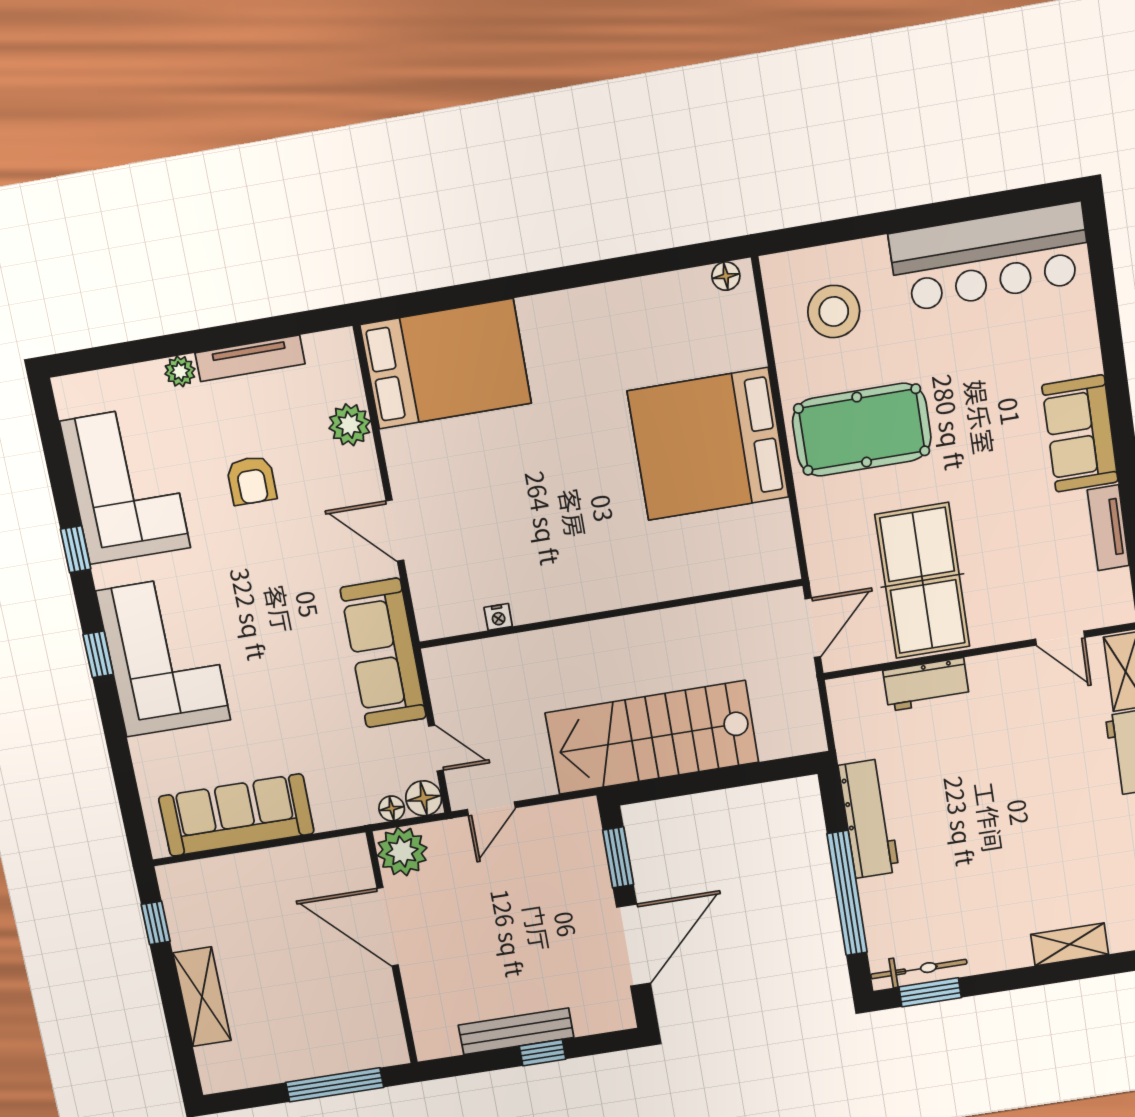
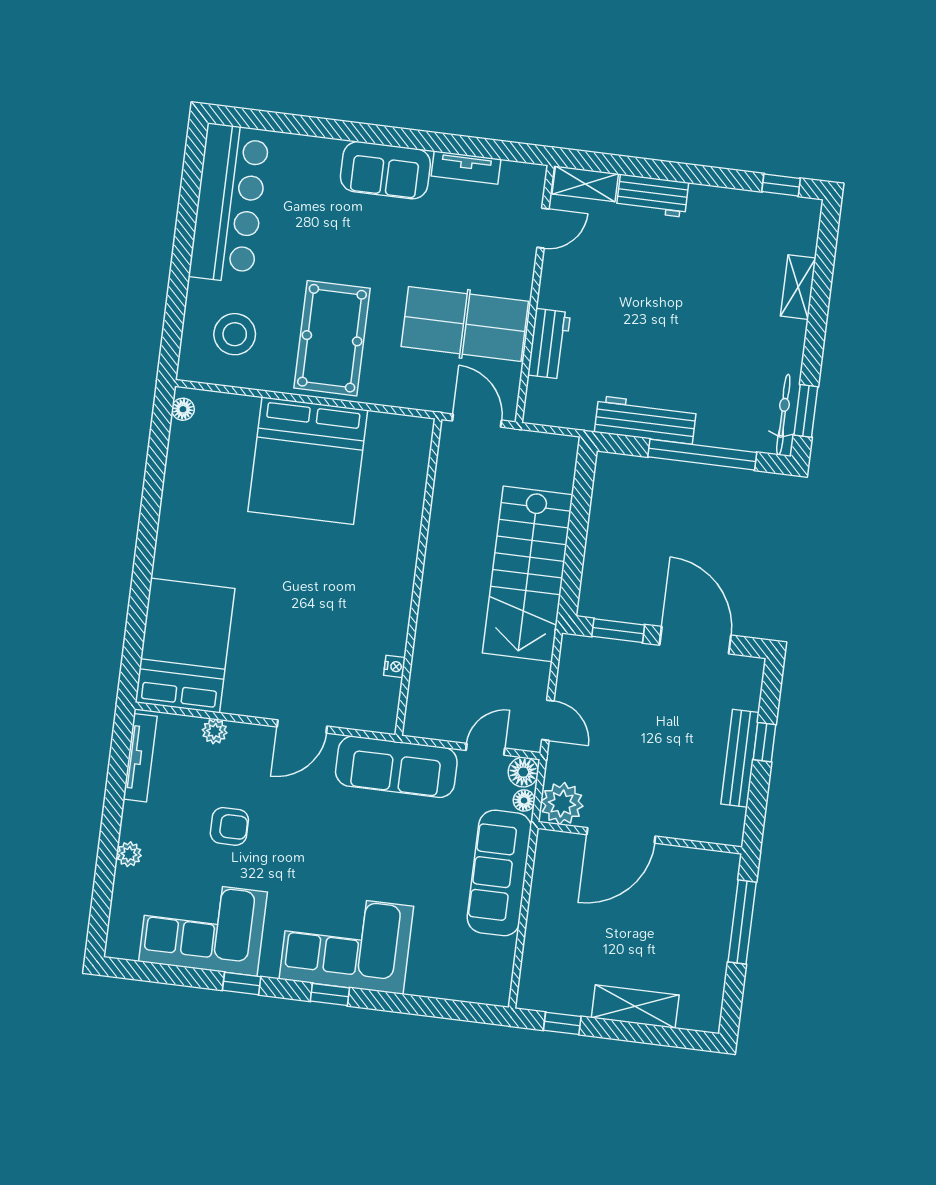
tv unit: (250, 358) -> (140, 758), moved
plant: (350, 425) -> (215, 731), width x0.73, depth x0.73
sofa: (236, 815) -> (499, 873), moved

